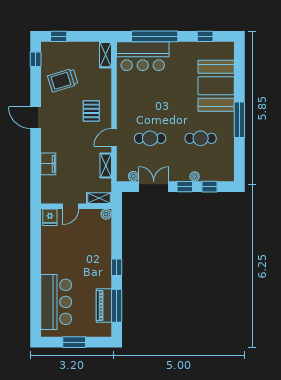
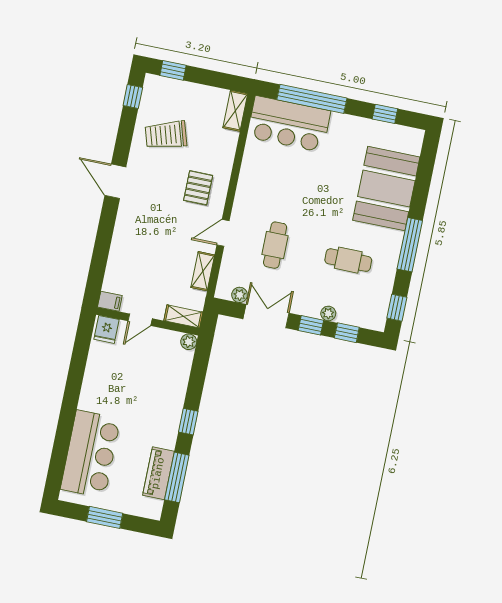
cafe table: (150, 138) -> (275, 245), turned 90
window: (239, 163) -> (397, 308), added
filing cabinet: (48, 164) -> (110, 301), moved, width x0.50

